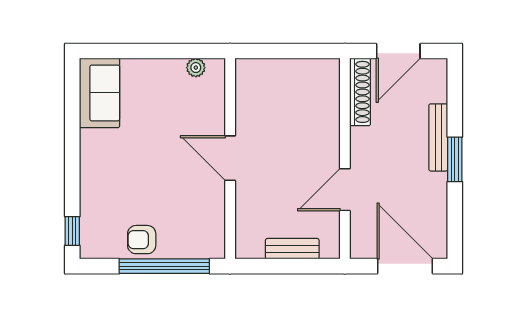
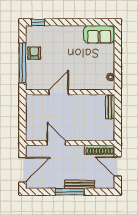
door: (230, 158) -> (59, 92), moved
window: (455, 159) -> (70, 192), width x1.44
bench: (292, 249) -> (110, 107), moved

